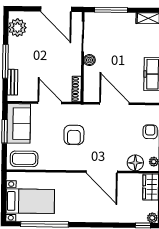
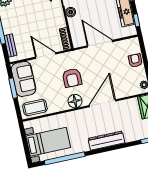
floor lamp: (135, 163) -> (75, 101), moved
door: (102, 172) -> (102, 103), swing flipped
dresser: (96, 215) -> (106, 141), added

